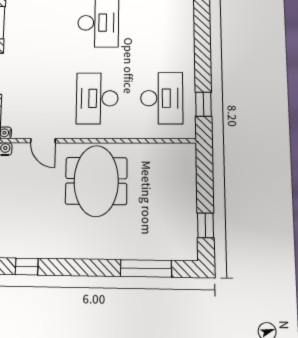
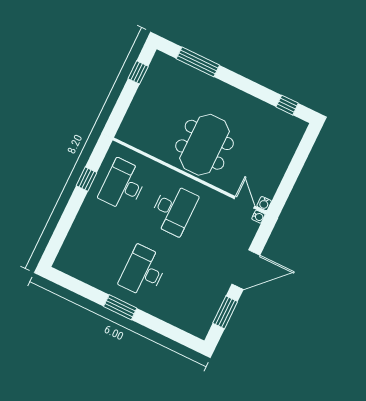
window: (203, 104) -> (87, 179), moved
door: (43, 141) -> (245, 202), moved

